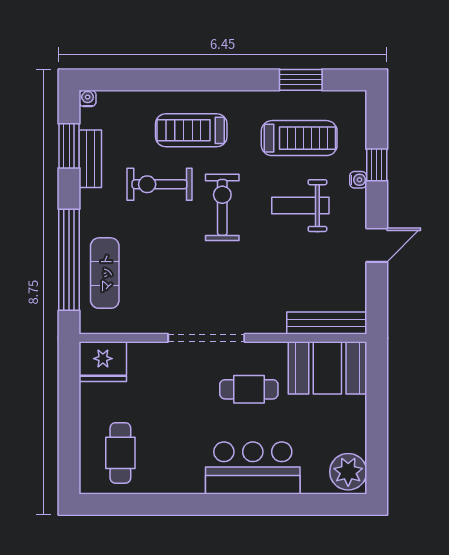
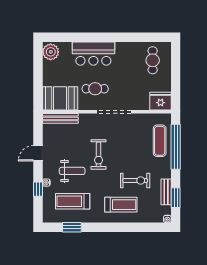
exercise bike: (222, 207) -> (99, 154), moved

